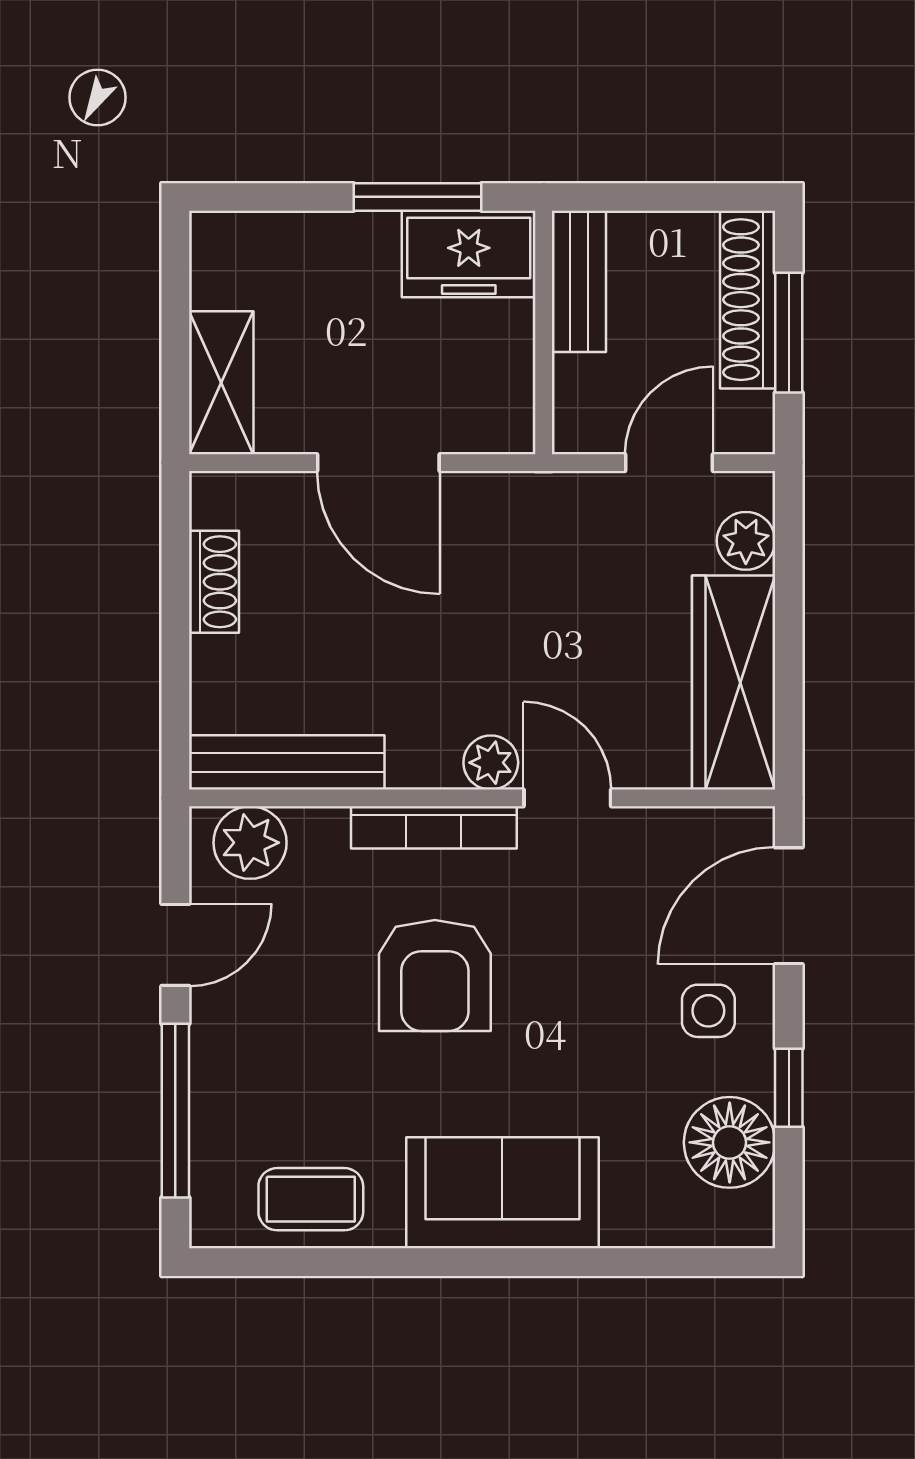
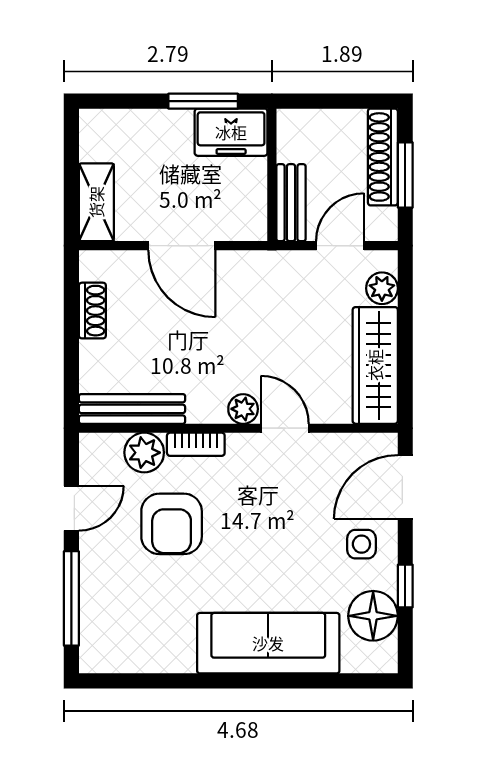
bench: (579, 281) -> (291, 203), moved
bookcase: (434, 827) -> (196, 444), width x0.64
plant: (250, 843) -> (144, 453), moved
armchair: (435, 976) -> (172, 524), moved
sofa: (502, 1193) -> (268, 643), width x1.36
coffee table: (311, 1199) -> (145, 647), removed

